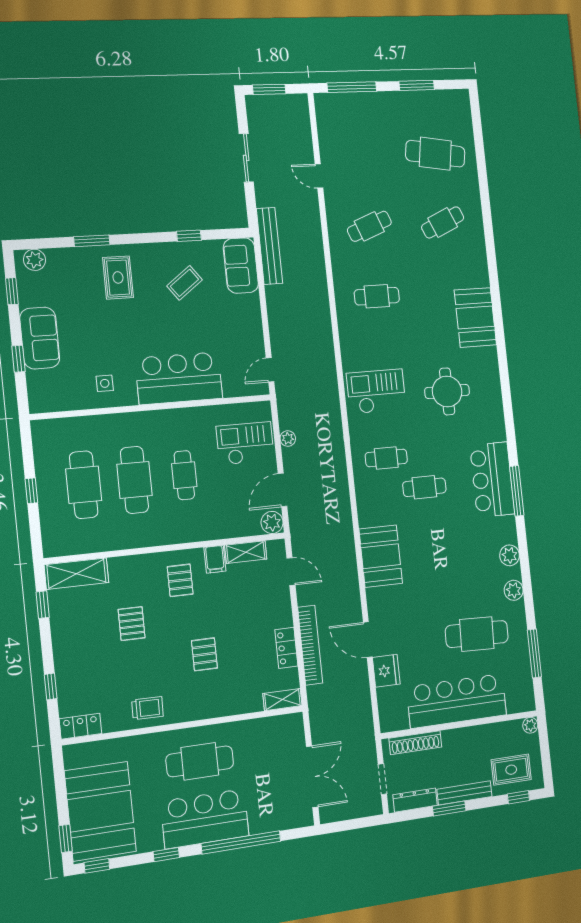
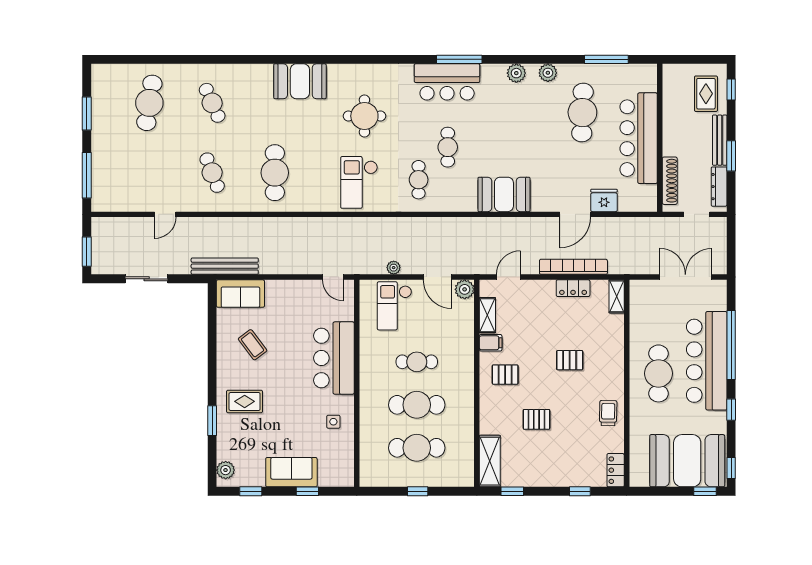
window: (189, 236) -> (212, 337), removed
cafe table: (377, 296) -> (275, 173), width x1.37, depth x1.35
plant: (530, 725) -> (669, 71), removed
bar counter: (205, 819) -> (707, 361), width x1.36

